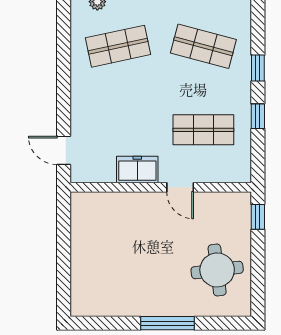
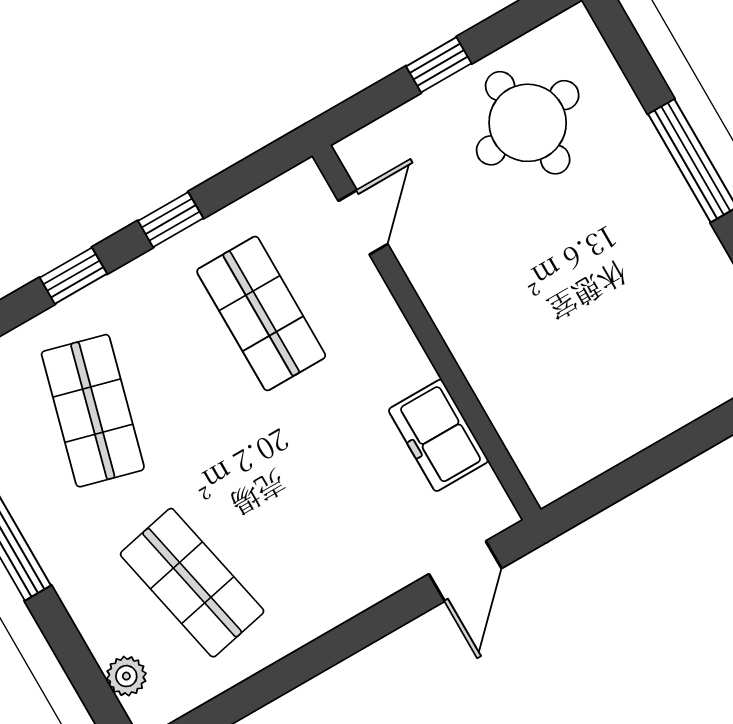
freezer: (137, 170) -> (438, 435), moved
door: (180, 187) -> (363, 222), moved
window: (258, 217) -> (439, 65), moved

